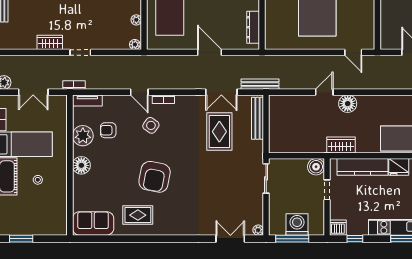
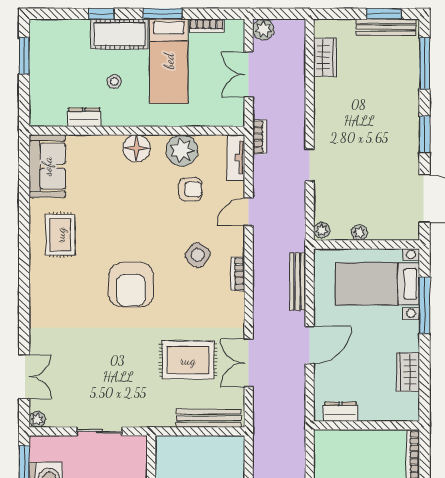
dresser: (253, 27) -> (341, 412), width x0.70
wardrobe: (50, 42) -> (325, 58), moved
doorway: (80, 52) -> (310, 165), moved
bench: (260, 84) -> (298, 281), moved
door: (139, 92) -> (249, 212), moved
armchair: (108, 130) -> (190, 189), turned 90
armchair: (155, 177) -> (131, 285), moved, turned -101
sliding door: (266, 178) -> (99, 431), moved
dresser: (61, 199) -> (84, 117), added

